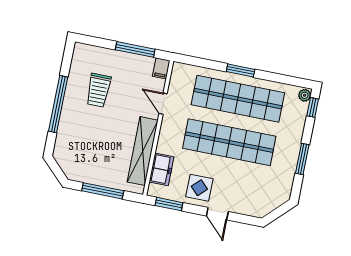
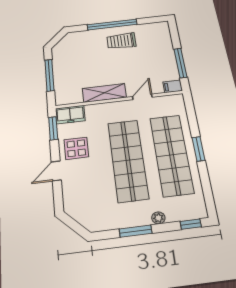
trolley: (98, 90) -> (121, 41), moved
plant: (305, 95) -> (158, 218), moved
shelving: (143, 151) -> (104, 93), width x0.68
freezer: (161, 169) -> (70, 115), moved

